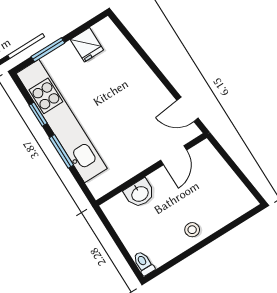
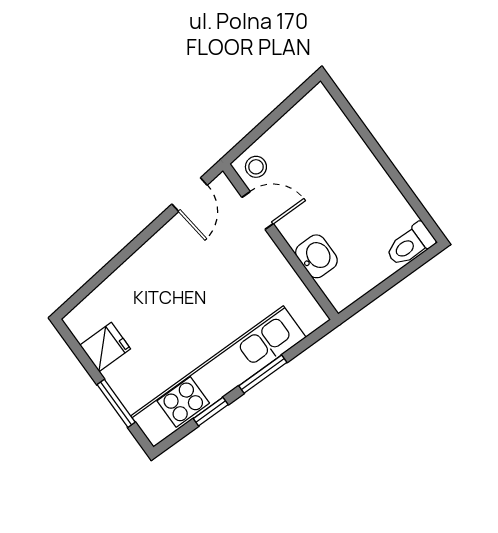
stool: (192, 230) -> (256, 167), moved
toilet: (144, 263) -> (410, 245), width x1.37, depth x1.39

